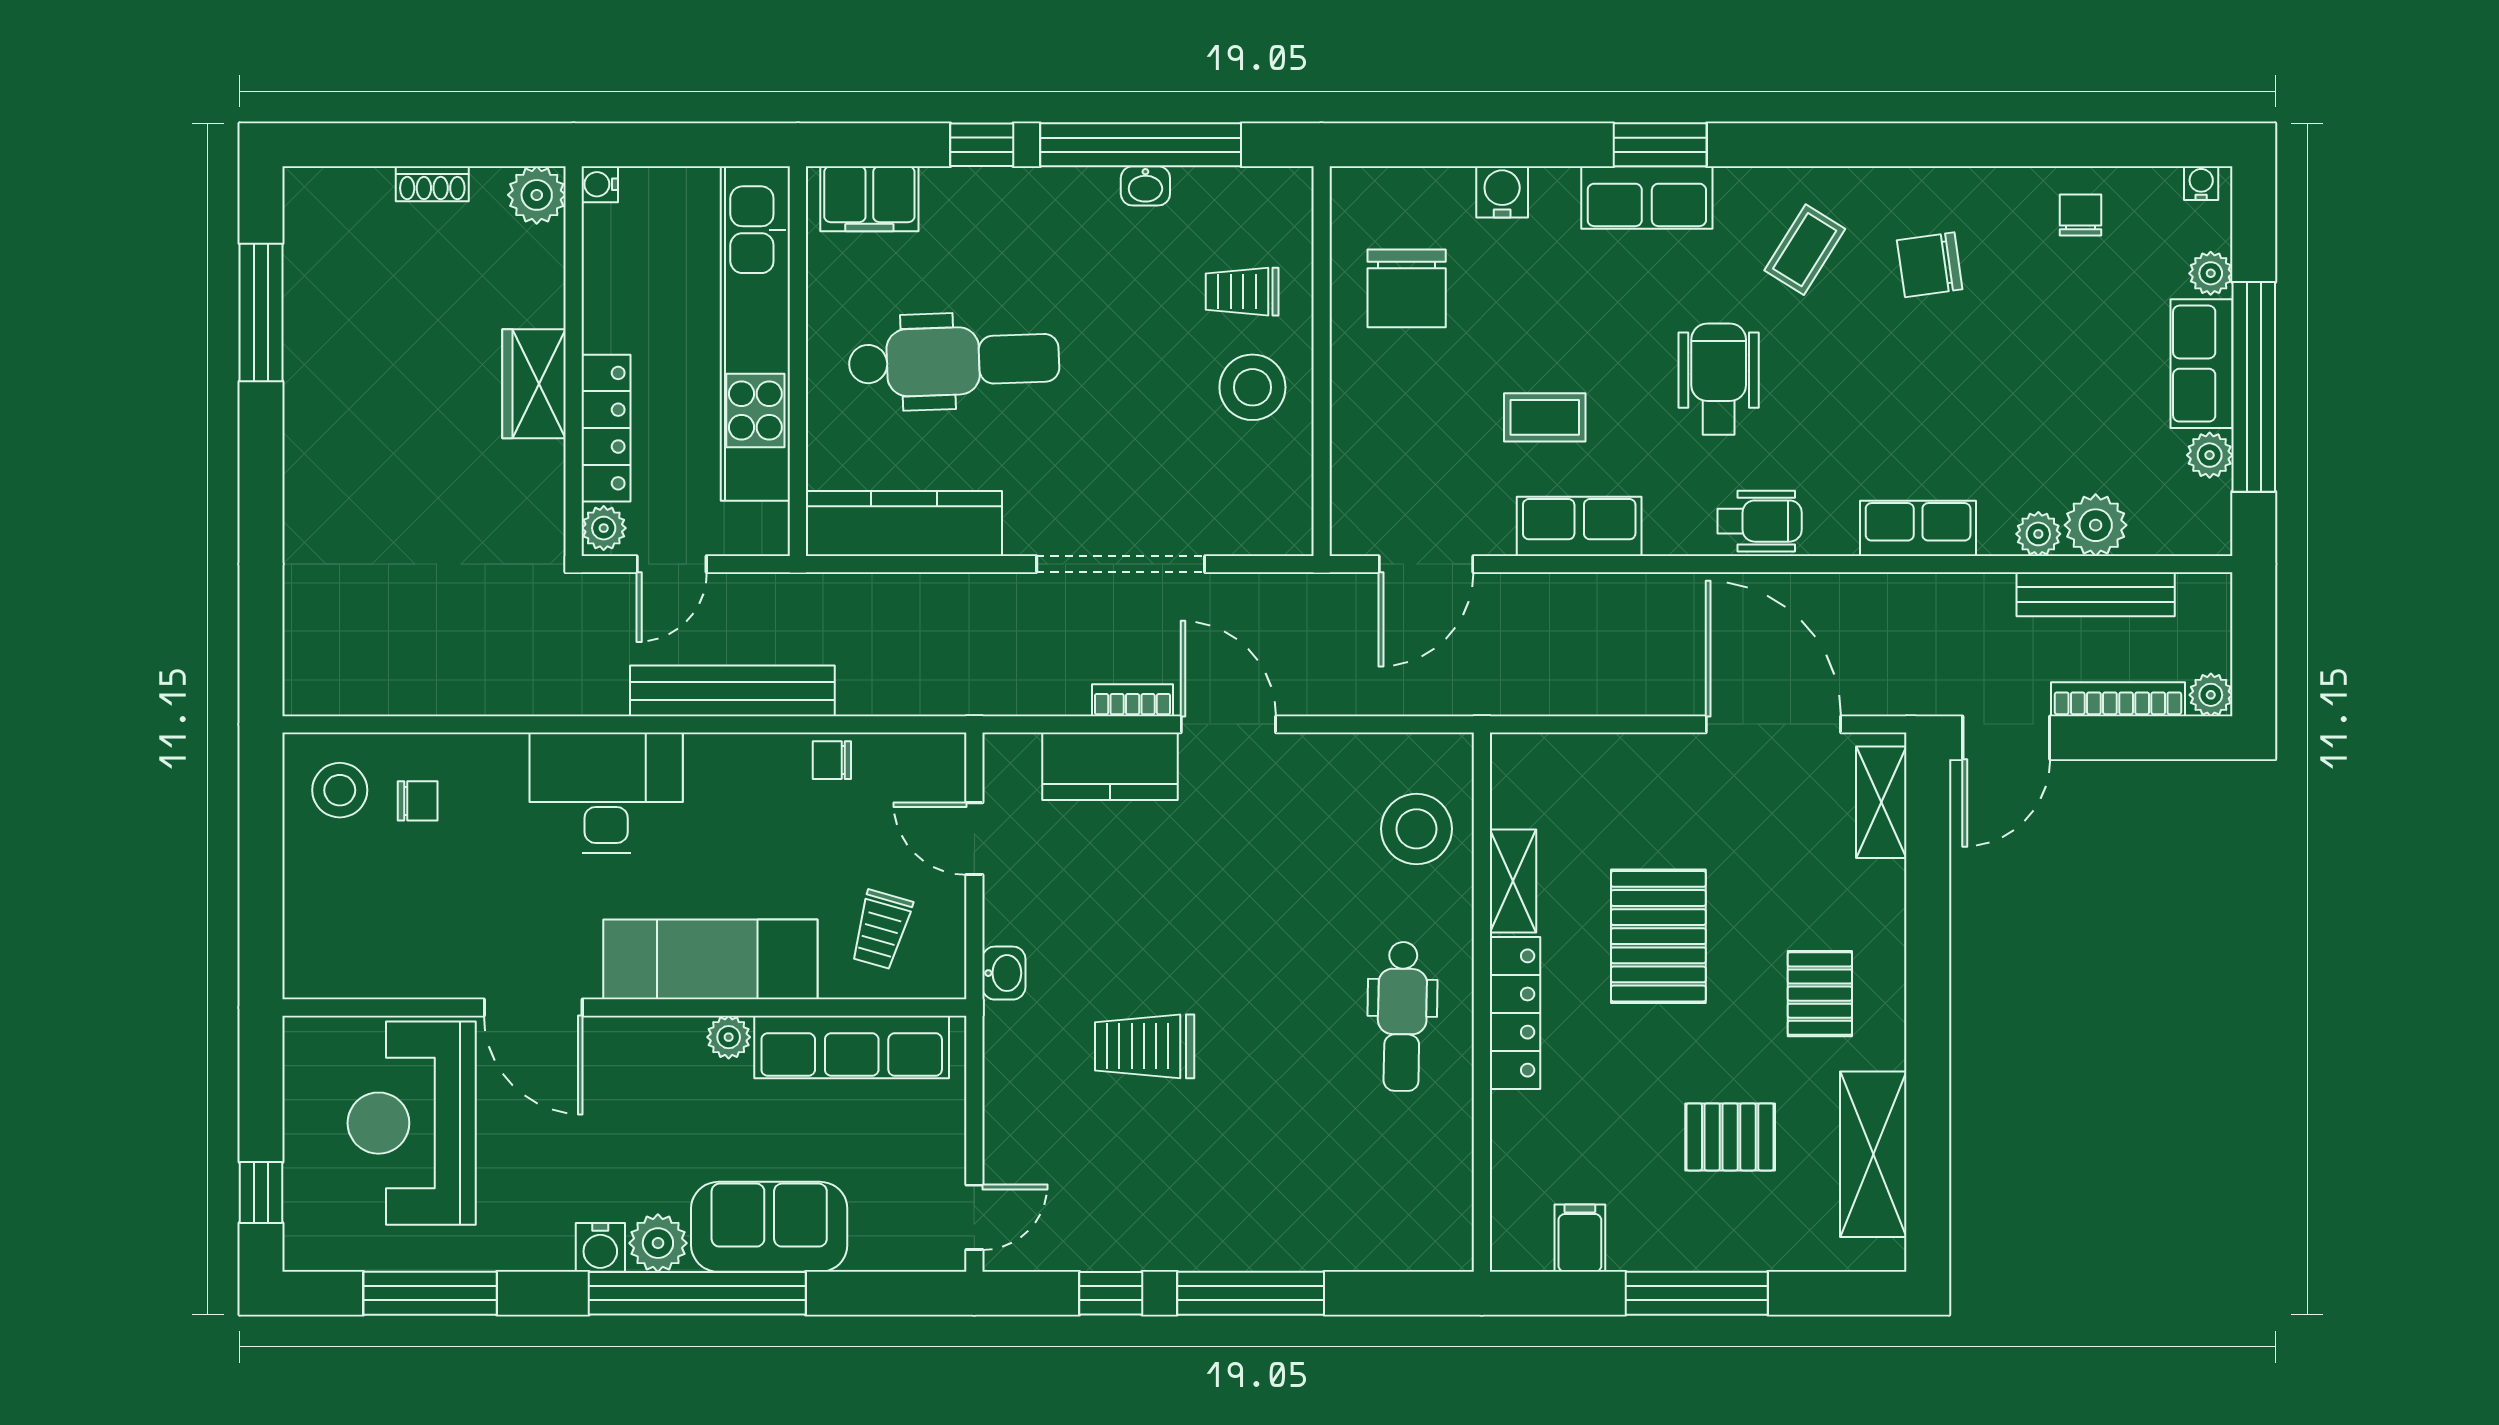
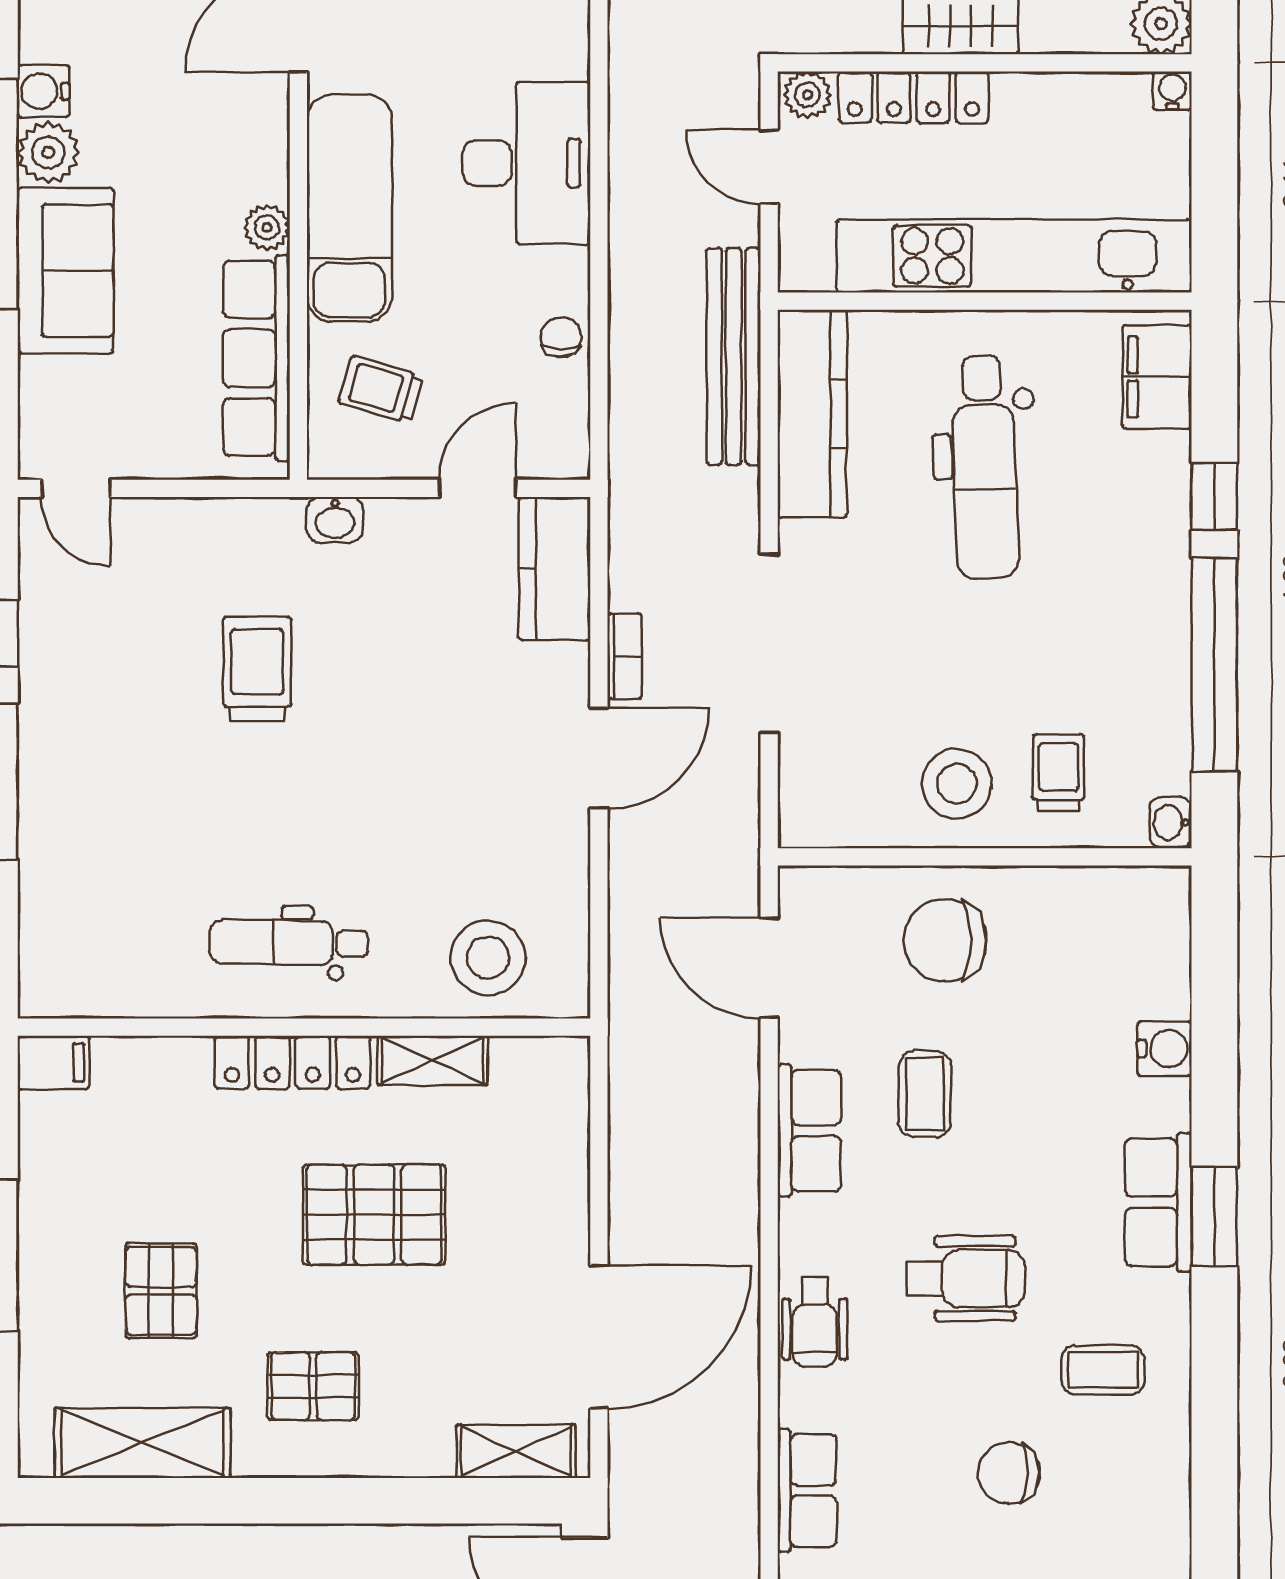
washbasin: (1145, 186) -> (1171, 823), moved
coffee table: (1805, 250) -> (1103, 1370), turned -32
chair: (1930, 265) -> (1009, 1473), moved, turned -82
chair: (1407, 288) -> (945, 940), moved
bench: (732, 691) -> (734, 356), moved
kitchen counter: (1110, 766) -> (555, 569), moved
desk: (606, 793) -> (527, 163), moved
filing cabinet: (1580, 1238) -> (53, 1063), moved

